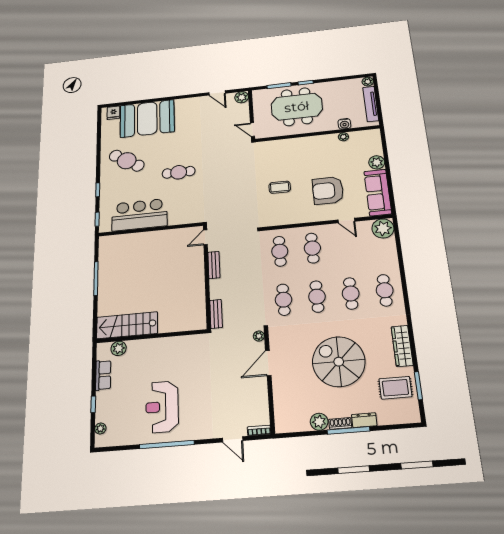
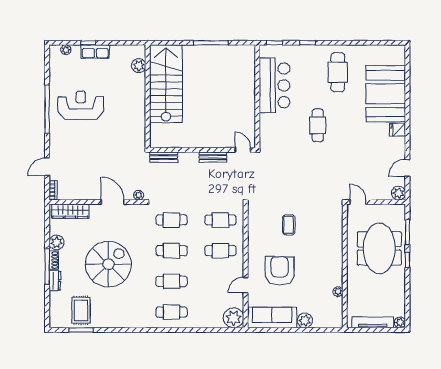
fridge: (113, 113) -> (398, 130), moved
water cooler: (344, 124) -> (353, 294), removed
door: (253, 130) -> (358, 202), hinge flipped
cafe table: (127, 161) -> (338, 72), turned -32
stairs: (127, 325) -> (166, 84), width x1.36, depth x1.51
wardrobe: (402, 346) -> (70, 211), moved, turned 180
row of seats: (103, 375) -> (95, 51), moved

